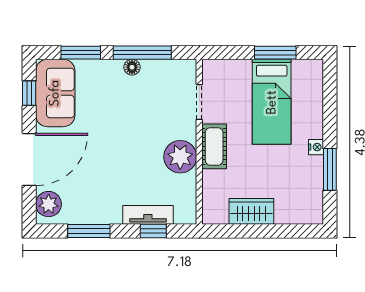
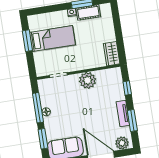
cot: (214, 146) -> (88, 12), moved
wardrobe: (251, 211) -> (112, 54), moved
tv unit: (148, 215) -> (123, 113), moved

